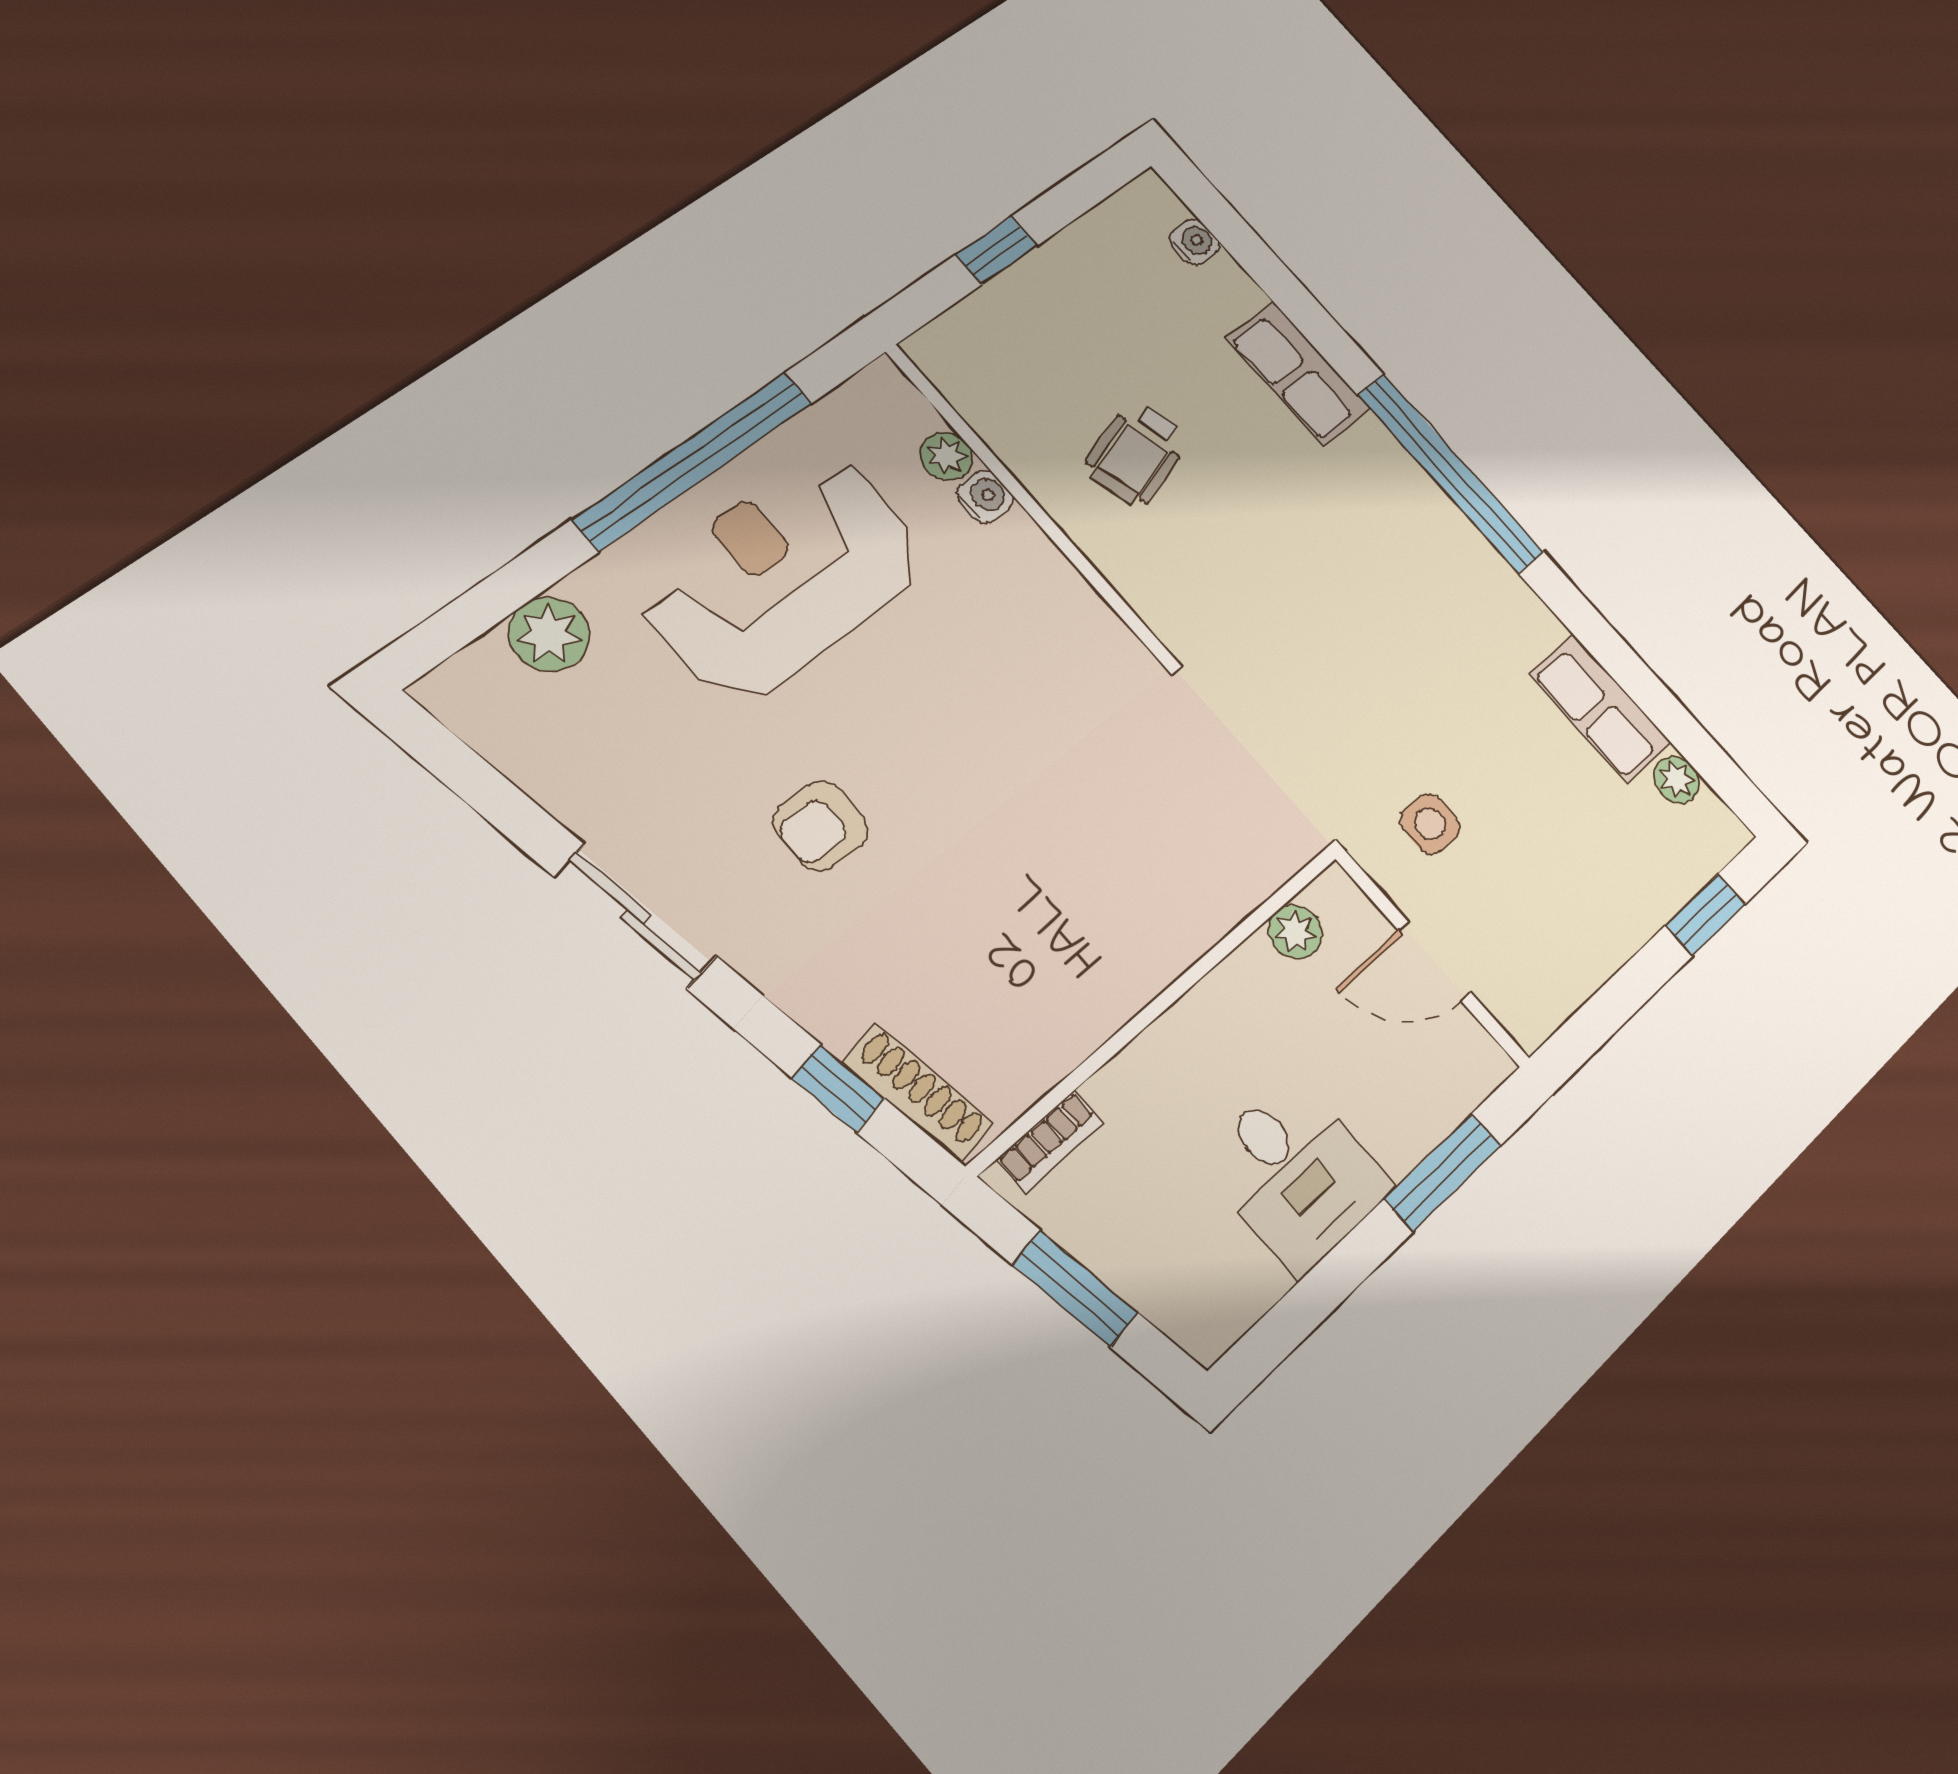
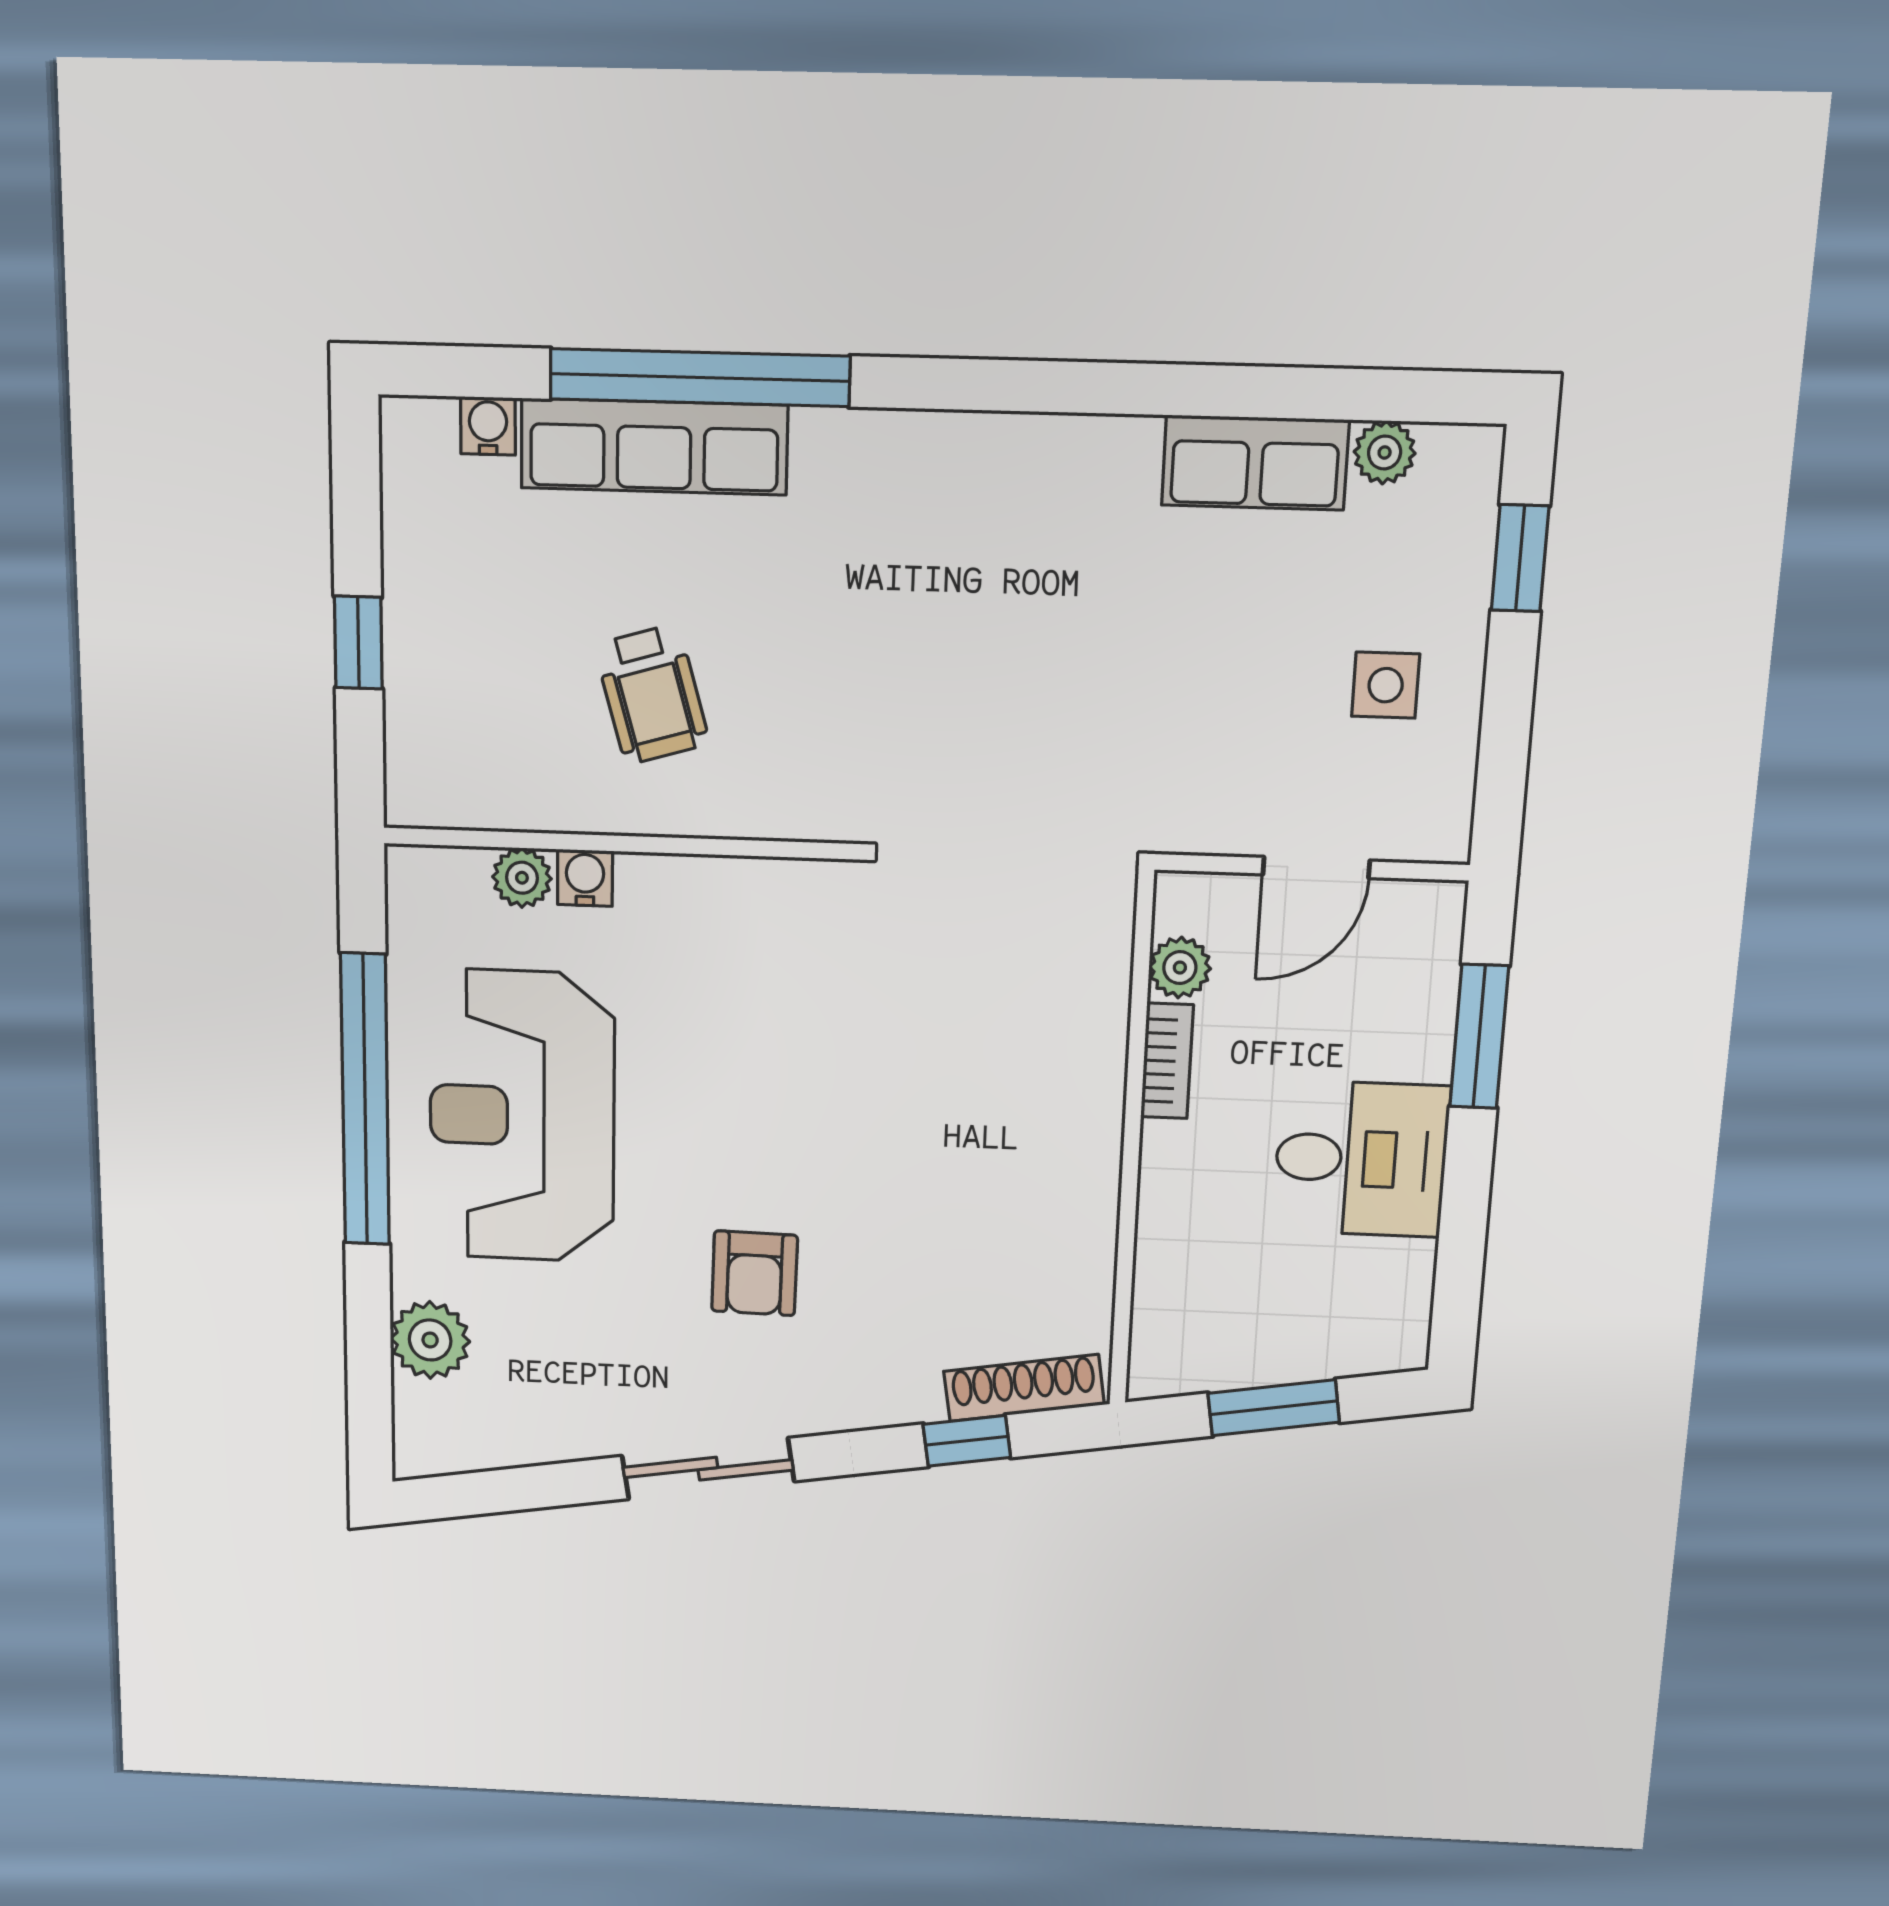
row of seats: (1298, 374) -> (654, 447), width x1.48
window: (1451, 474) -> (700, 378), moved
side table: (1430, 824) -> (1386, 685), moved
bookcase: (1050, 1141) -> (1167, 1061), moved

